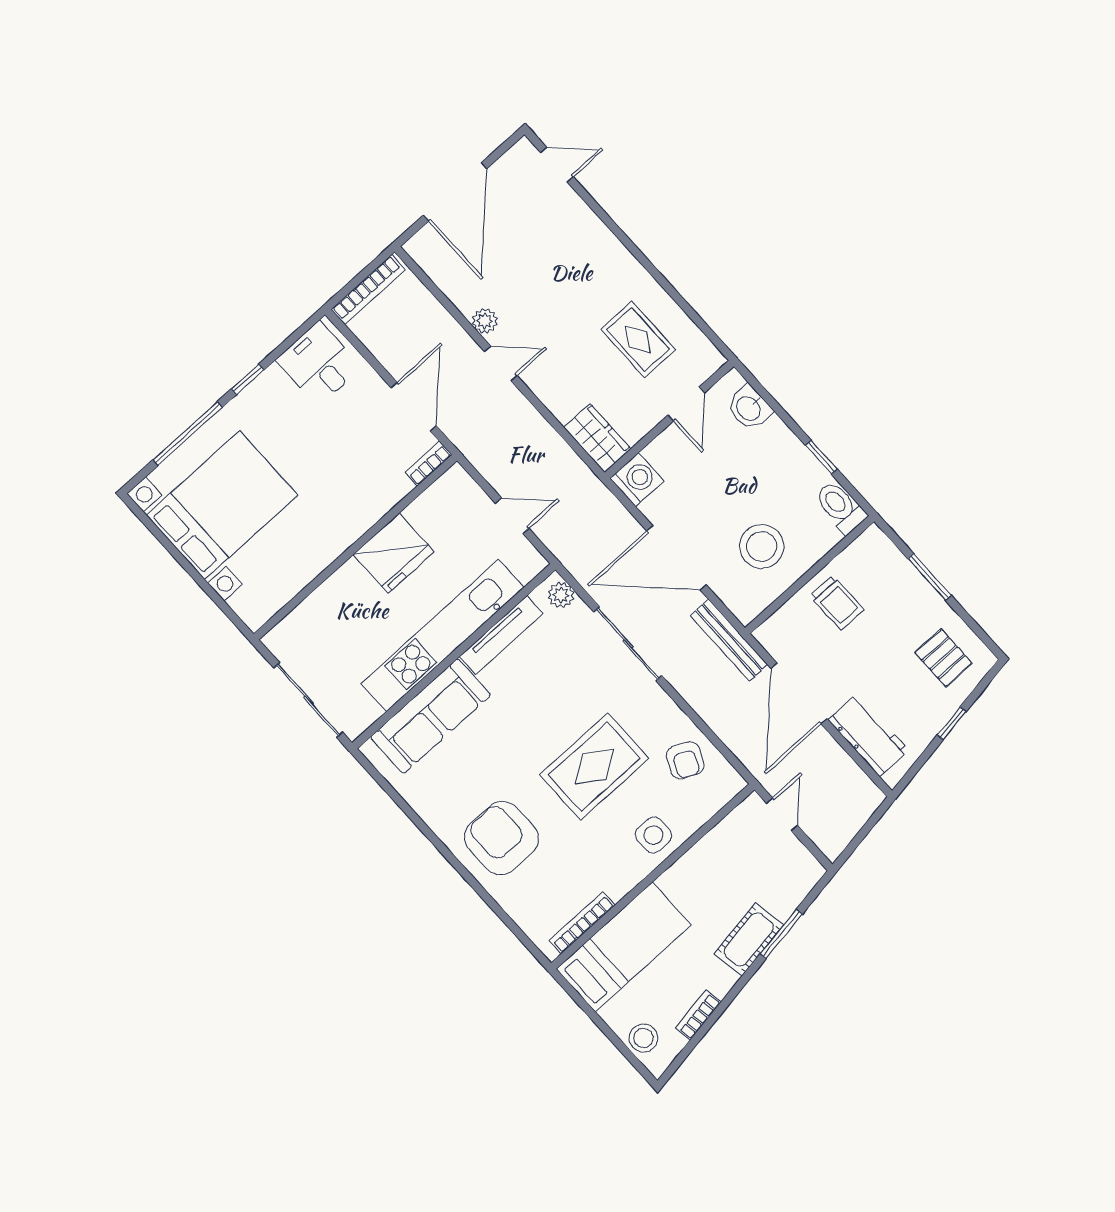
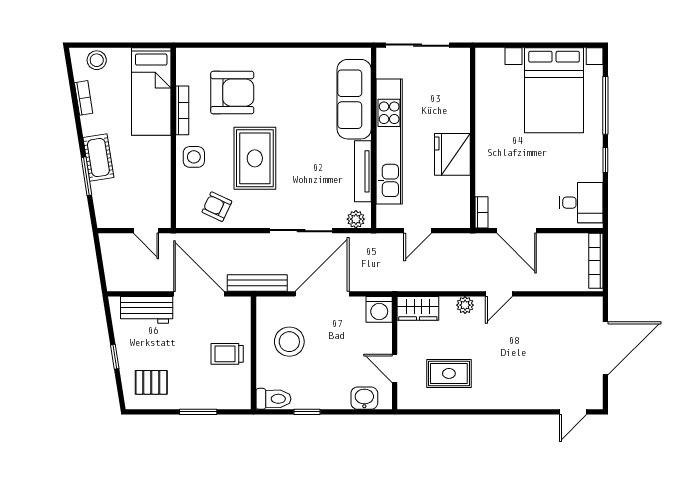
door: (455, 192) -> (605, 348), swing flipped
plant: (485, 321) -> (465, 305), moved
armchair: (501, 838) -> (232, 93), moved
bookcase: (582, 923) -> (182, 110), moved

